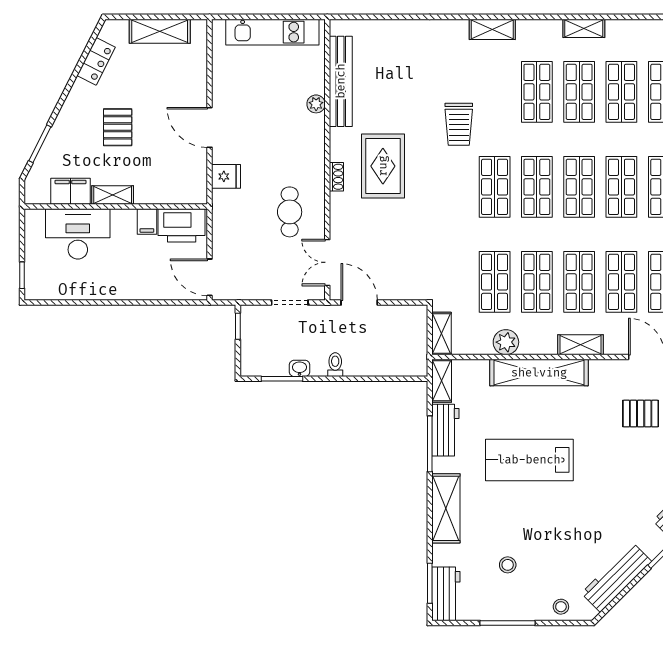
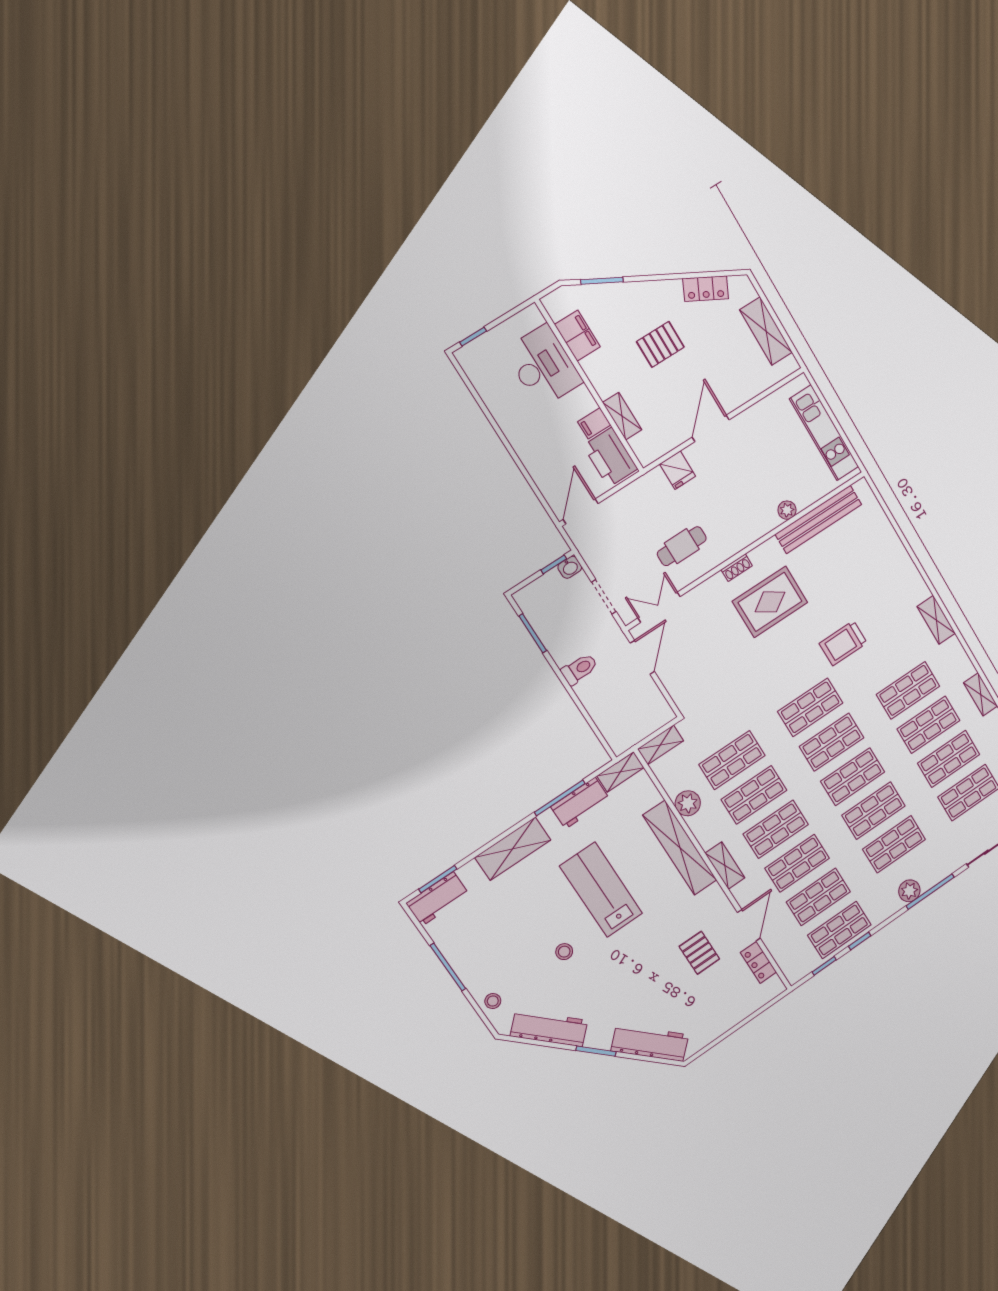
shelving: (113, 195) -> (622, 416), moved
toilet: (335, 365) -> (579, 669), width x1.37, depth x1.39
washbasin: (300, 368) -> (570, 567), moved, turned 90
stool: (508, 565) -> (564, 952), moved

